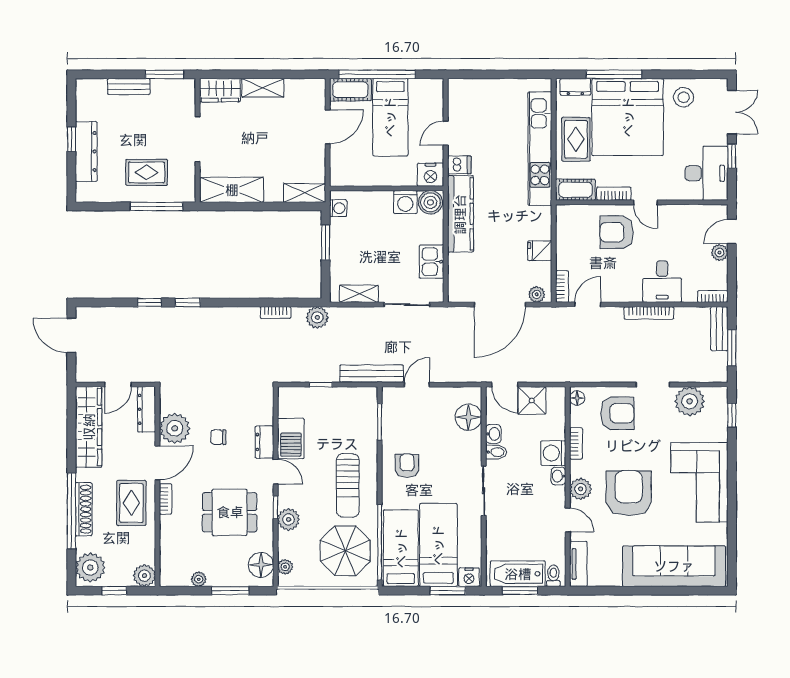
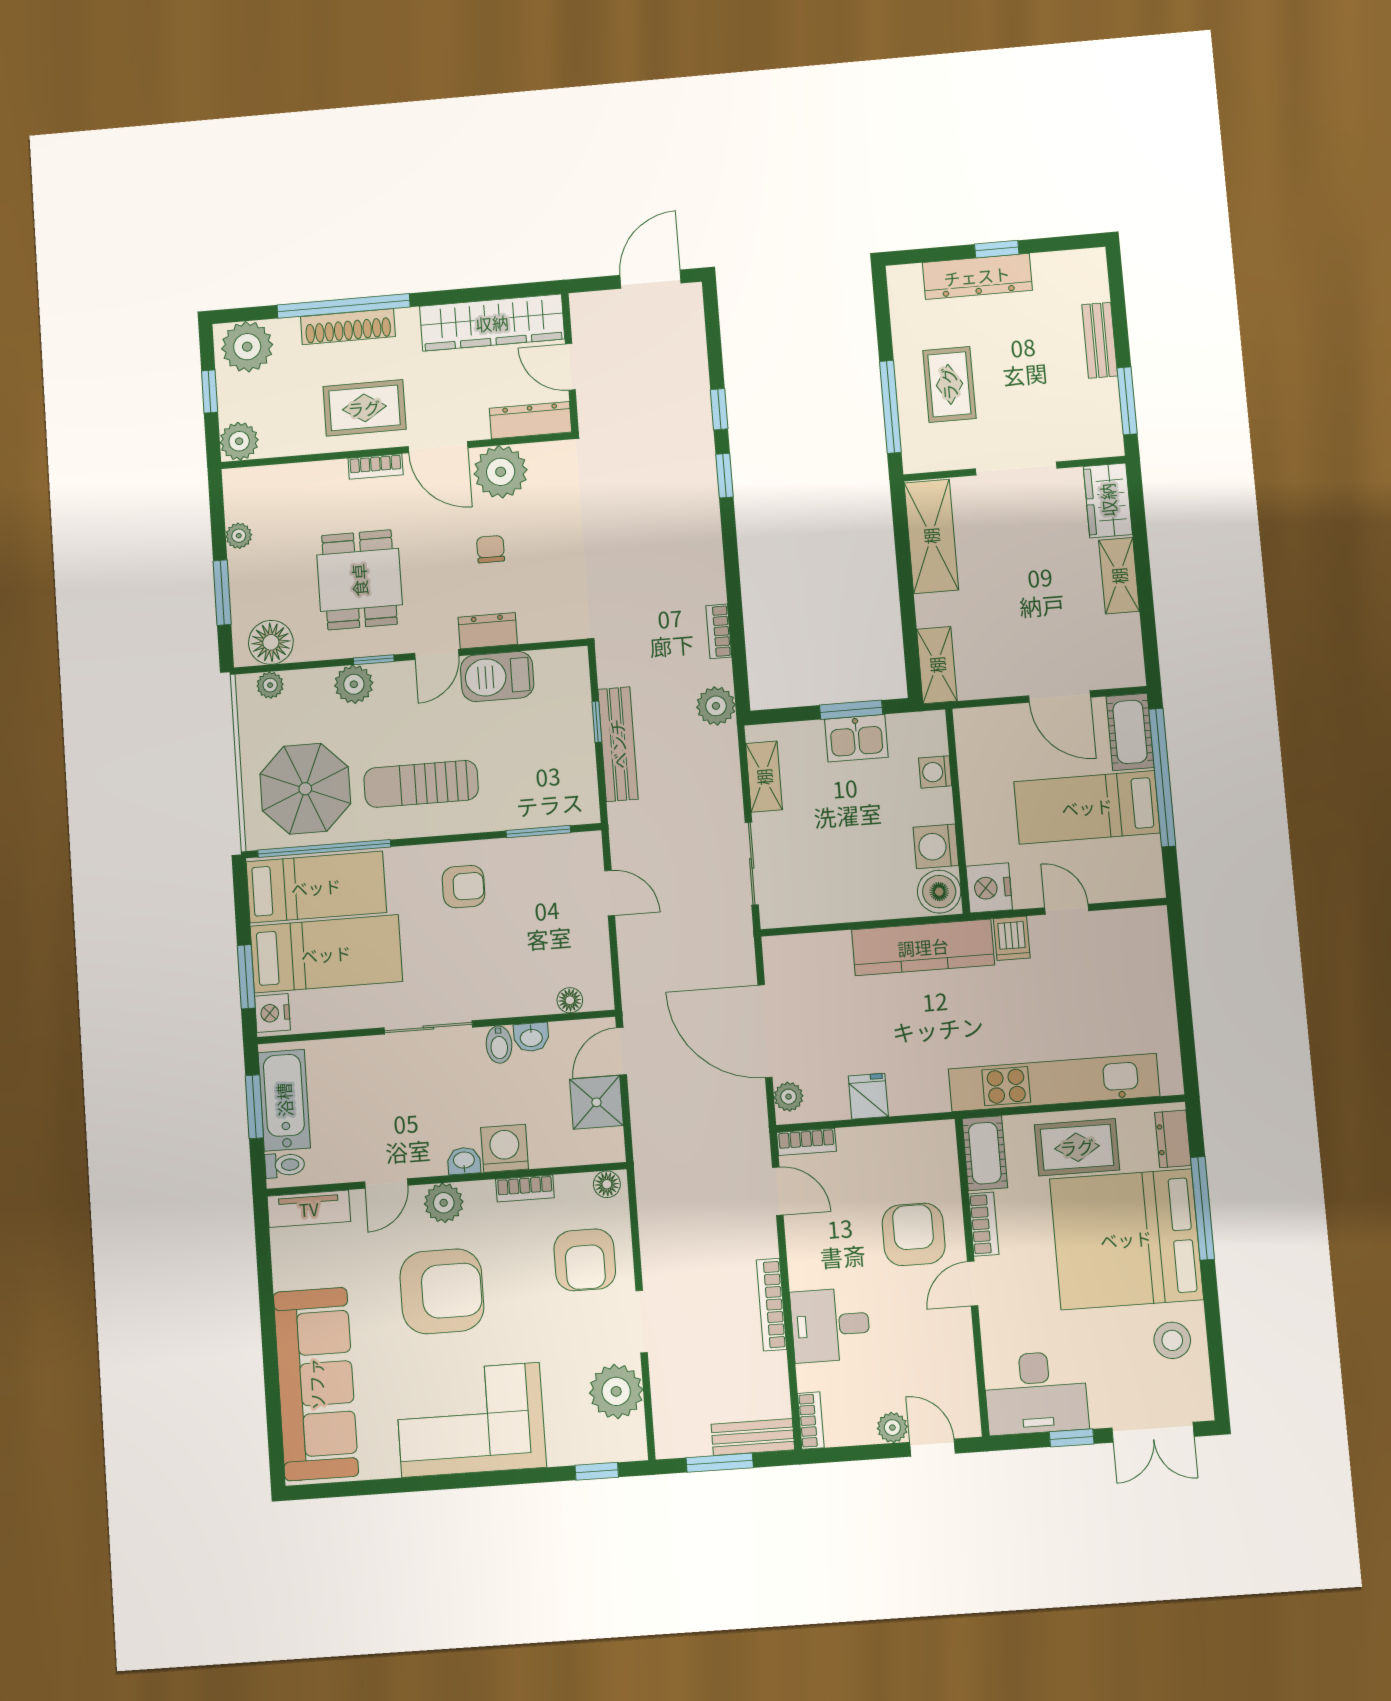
washing machine: (338, 208) -> (935, 772), moved, turned 90
kitchen sink: (432, 262) -> (856, 738), moved, turned 180
bench: (372, 374) -> (618, 744), moved
floor lamp: (468, 417) -> (570, 1000), width x0.53, depth x0.53

